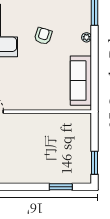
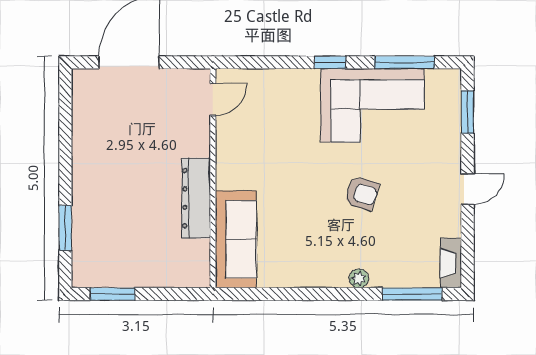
sofa: (81, 81) -> (236, 239), moved, turned 90
dresser: (46, 120) -> (196, 198), added

